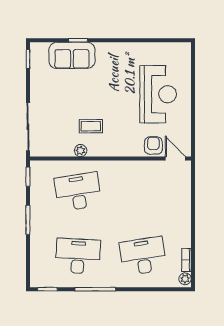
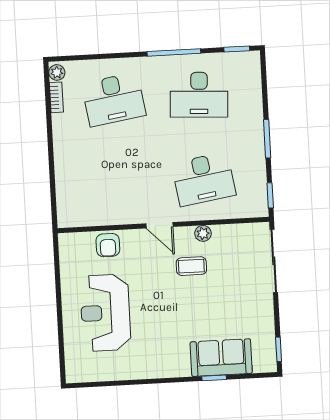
door: (175, 159) -> (160, 225), moved

